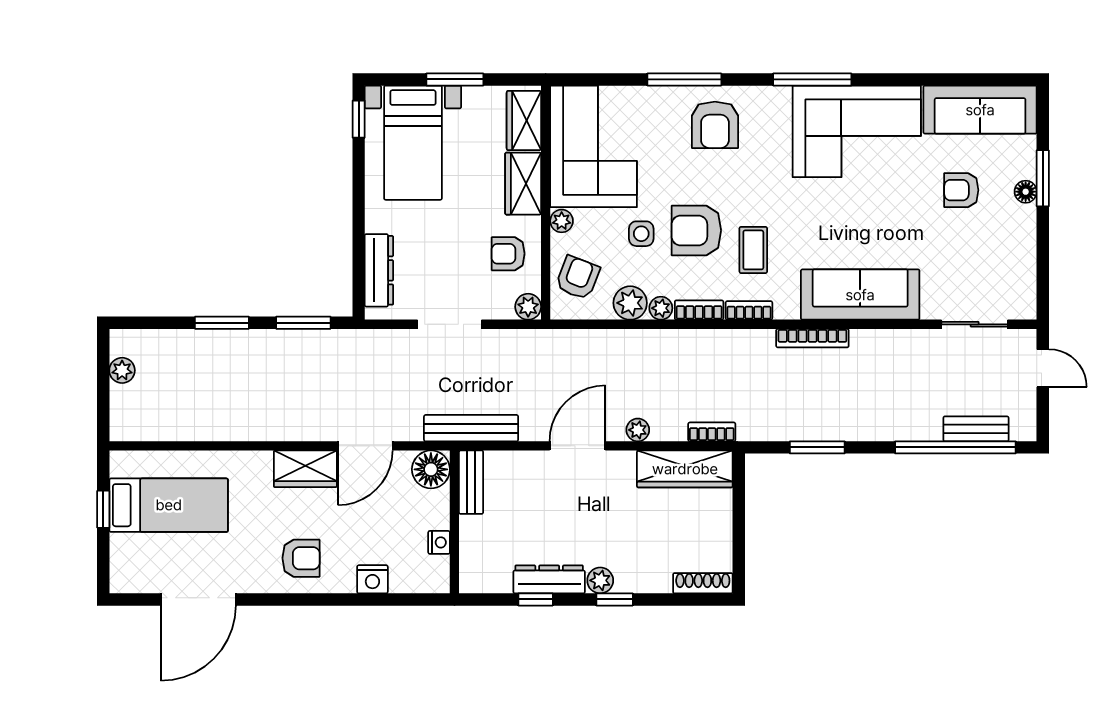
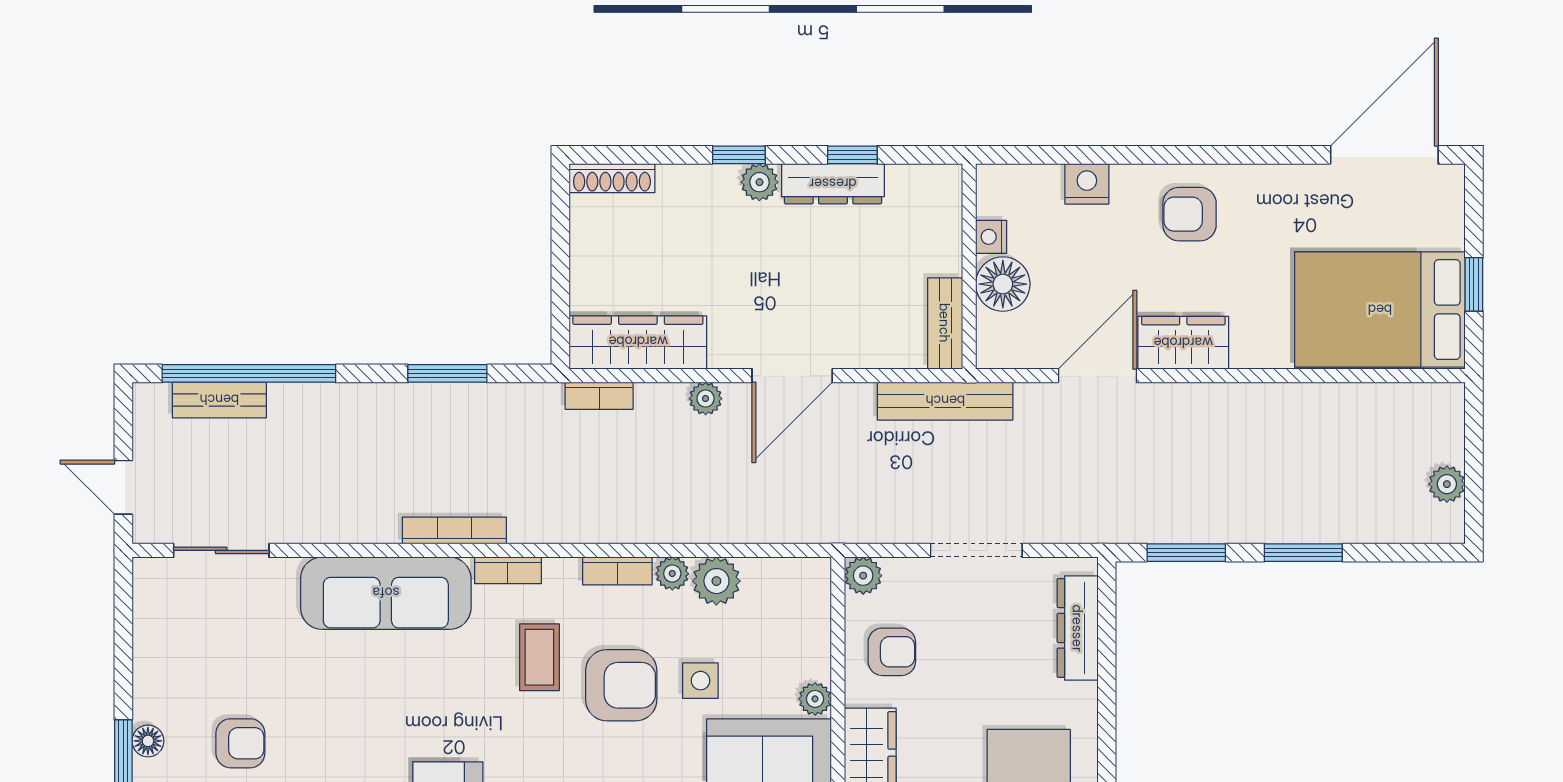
armchair: (578, 278) -> (792, 617), removed
bookcase: (749, 310) -> (508, 570), moved
floor lamp: (431, 469) -> (1003, 284), moved
bed: (169, 505) -> (1380, 310), width x1.50
door: (198, 599) -> (1384, 155), moved

